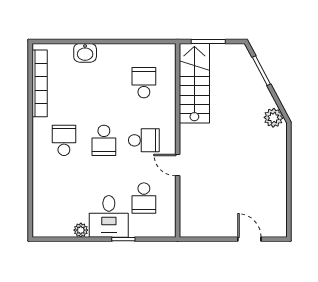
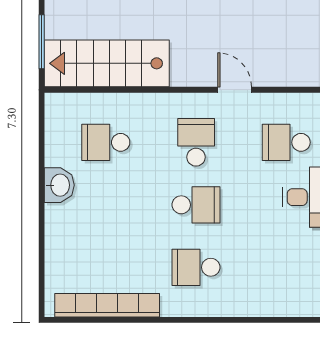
washbasin: (85, 53) -> (59, 185), moved
door: (178, 165) -> (235, 90), swing flipped
school desk: (144, 198) -> (286, 142), turned 180

